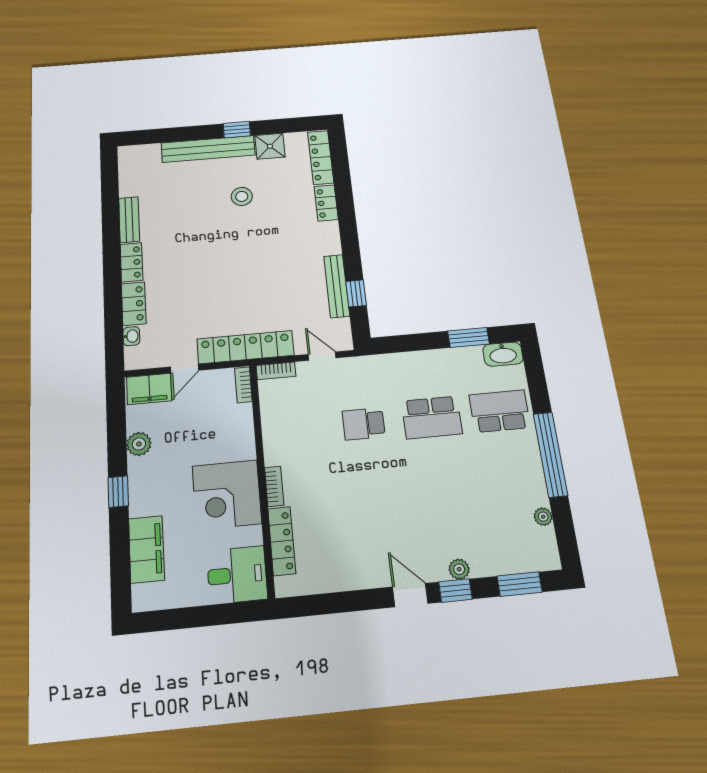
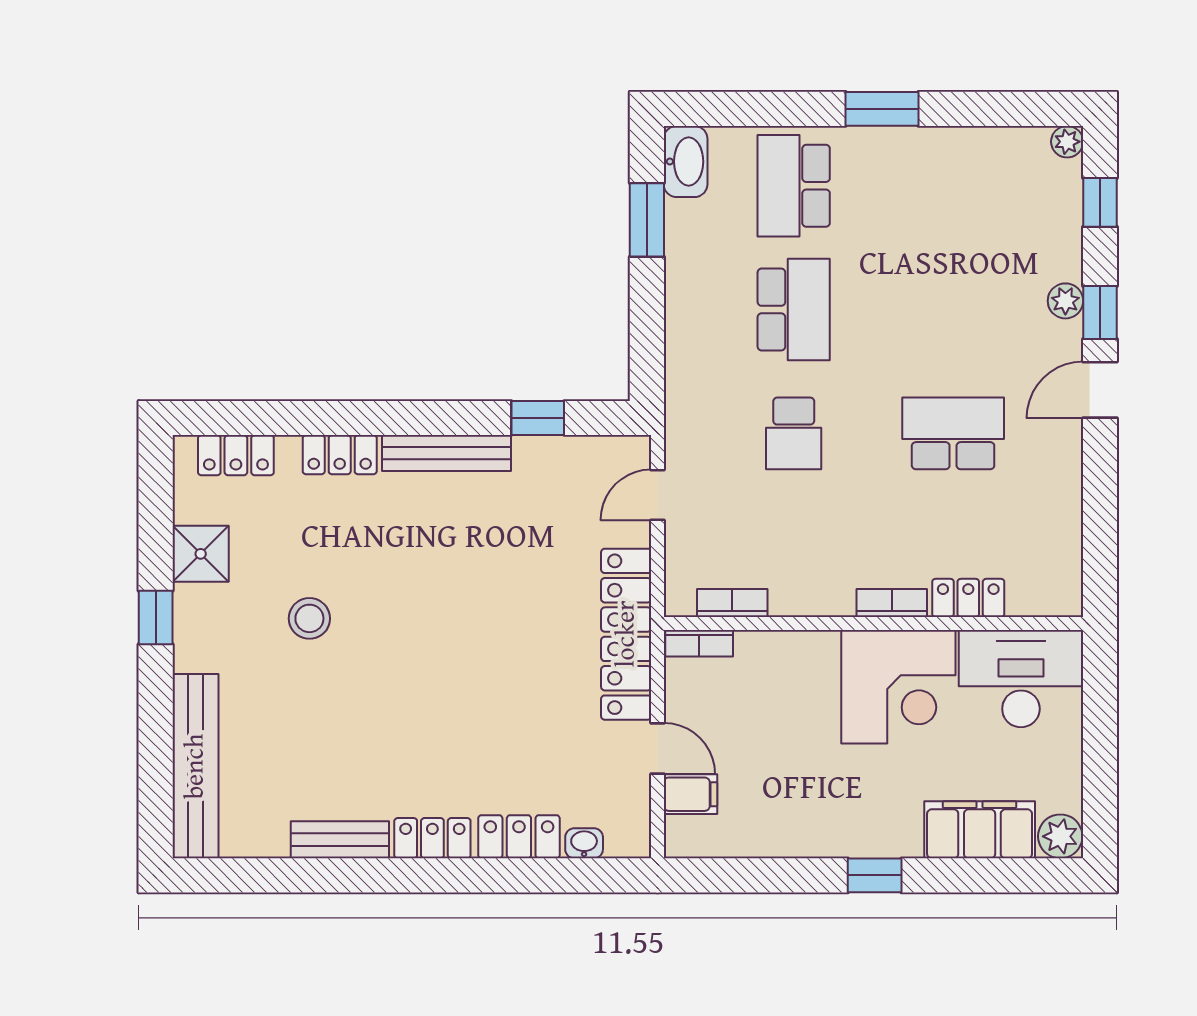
bench: (208, 149) -> (195, 766), moved
locker: (321, 157) -> (236, 455), width x0.66
bench: (337, 286) -> (447, 453), moved
bookcase: (276, 371) -> (732, 603), moved, turned -90
filing cabinet: (149, 389) -> (690, 794), width x0.50
plant: (139, 444) -> (1060, 836), moved
window: (550, 454) -> (882, 109), width x0.47
school desk: (374, 512) -> (953, 433), added
plant: (543, 517) -> (1067, 142), moved
locker: (282, 541) -> (968, 598), width x0.66
desk: (237, 575) -> (1021, 679), width x1.37
window: (520, 584) -> (1100, 202), width x0.67

